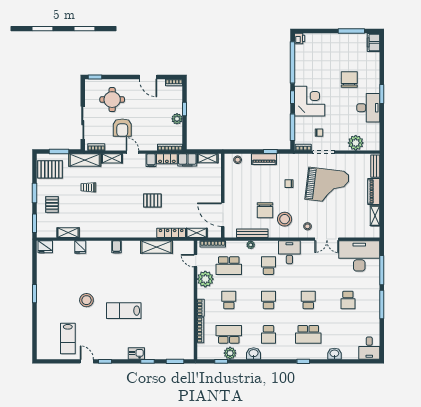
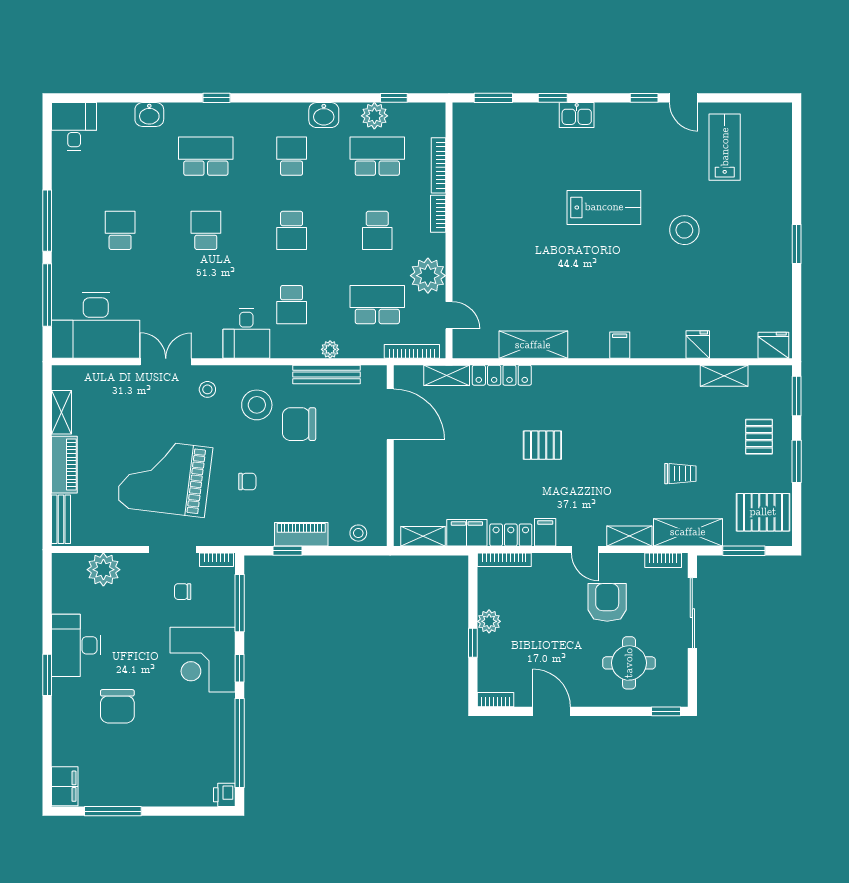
chair: (265, 210) -> (299, 424), turned -90
school desk: (308, 300) -> (206, 230), turned 180
school desk: (229, 334) -> (377, 156), turned 180

